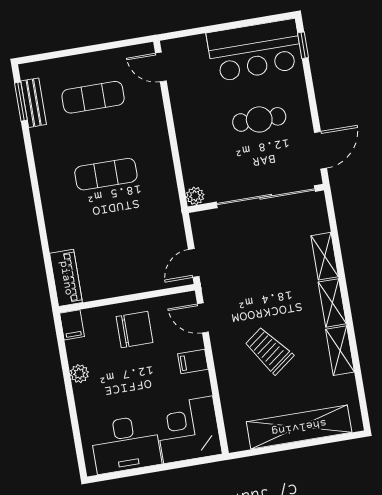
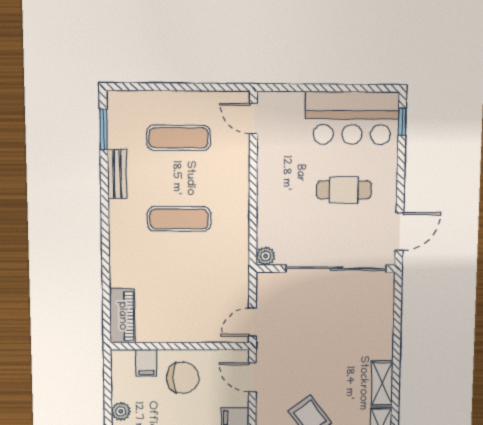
bench: (34, 103) -> (117, 174), moved
shelving: (325, 256) -> (383, 337), removed
filing cabinet: (72, 325) -> (146, 363), moved

